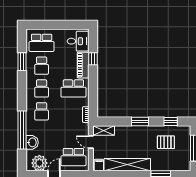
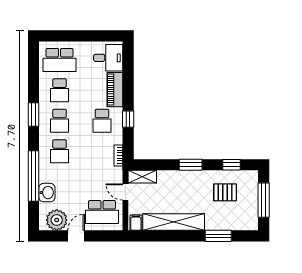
window: (93, 59) -> (128, 119), moved
window: (22, 62) -> (33, 114), moved
school desk: (73, 88) -> (102, 121), width x0.54

